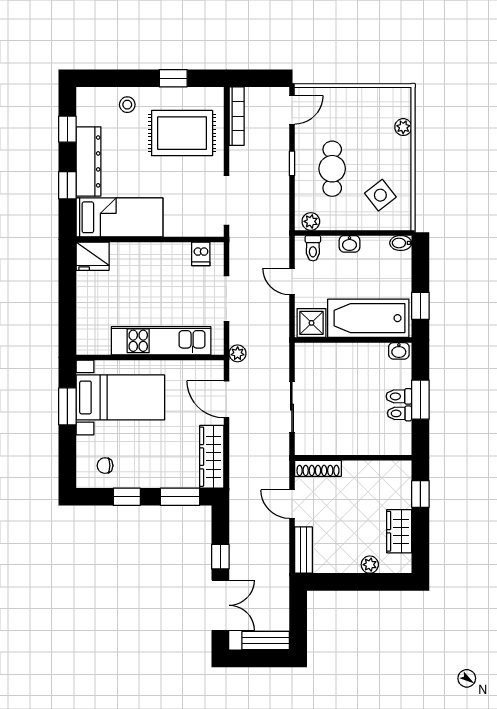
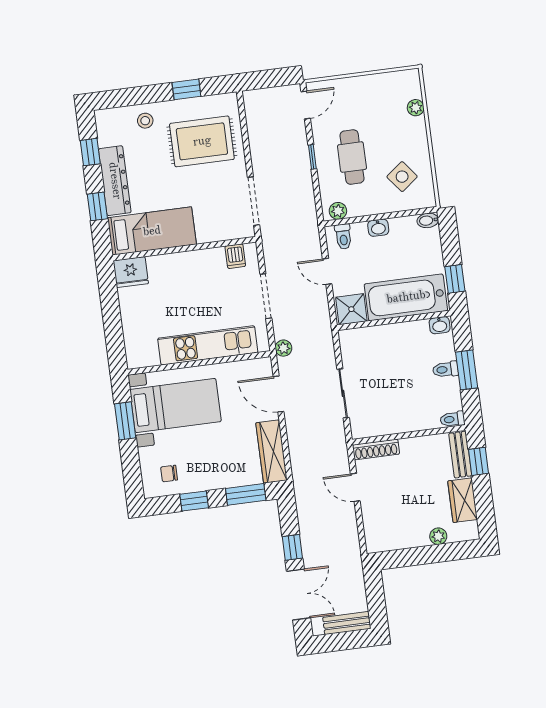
bookcase: (237, 116) -> (253, 118), removed
toilet: (400, 413) -> (452, 419), moved
bench: (303, 550) -> (460, 455), moved

